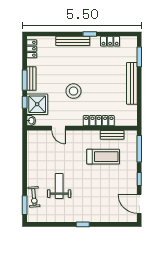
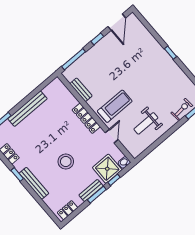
stool: (74, 91) -> (66, 162), moved
locker: (99, 121) -> (86, 118), moved
treadmill: (103, 157) -> (115, 106), moved, turned 90
weight bench: (59, 186) -> (146, 123), moved

